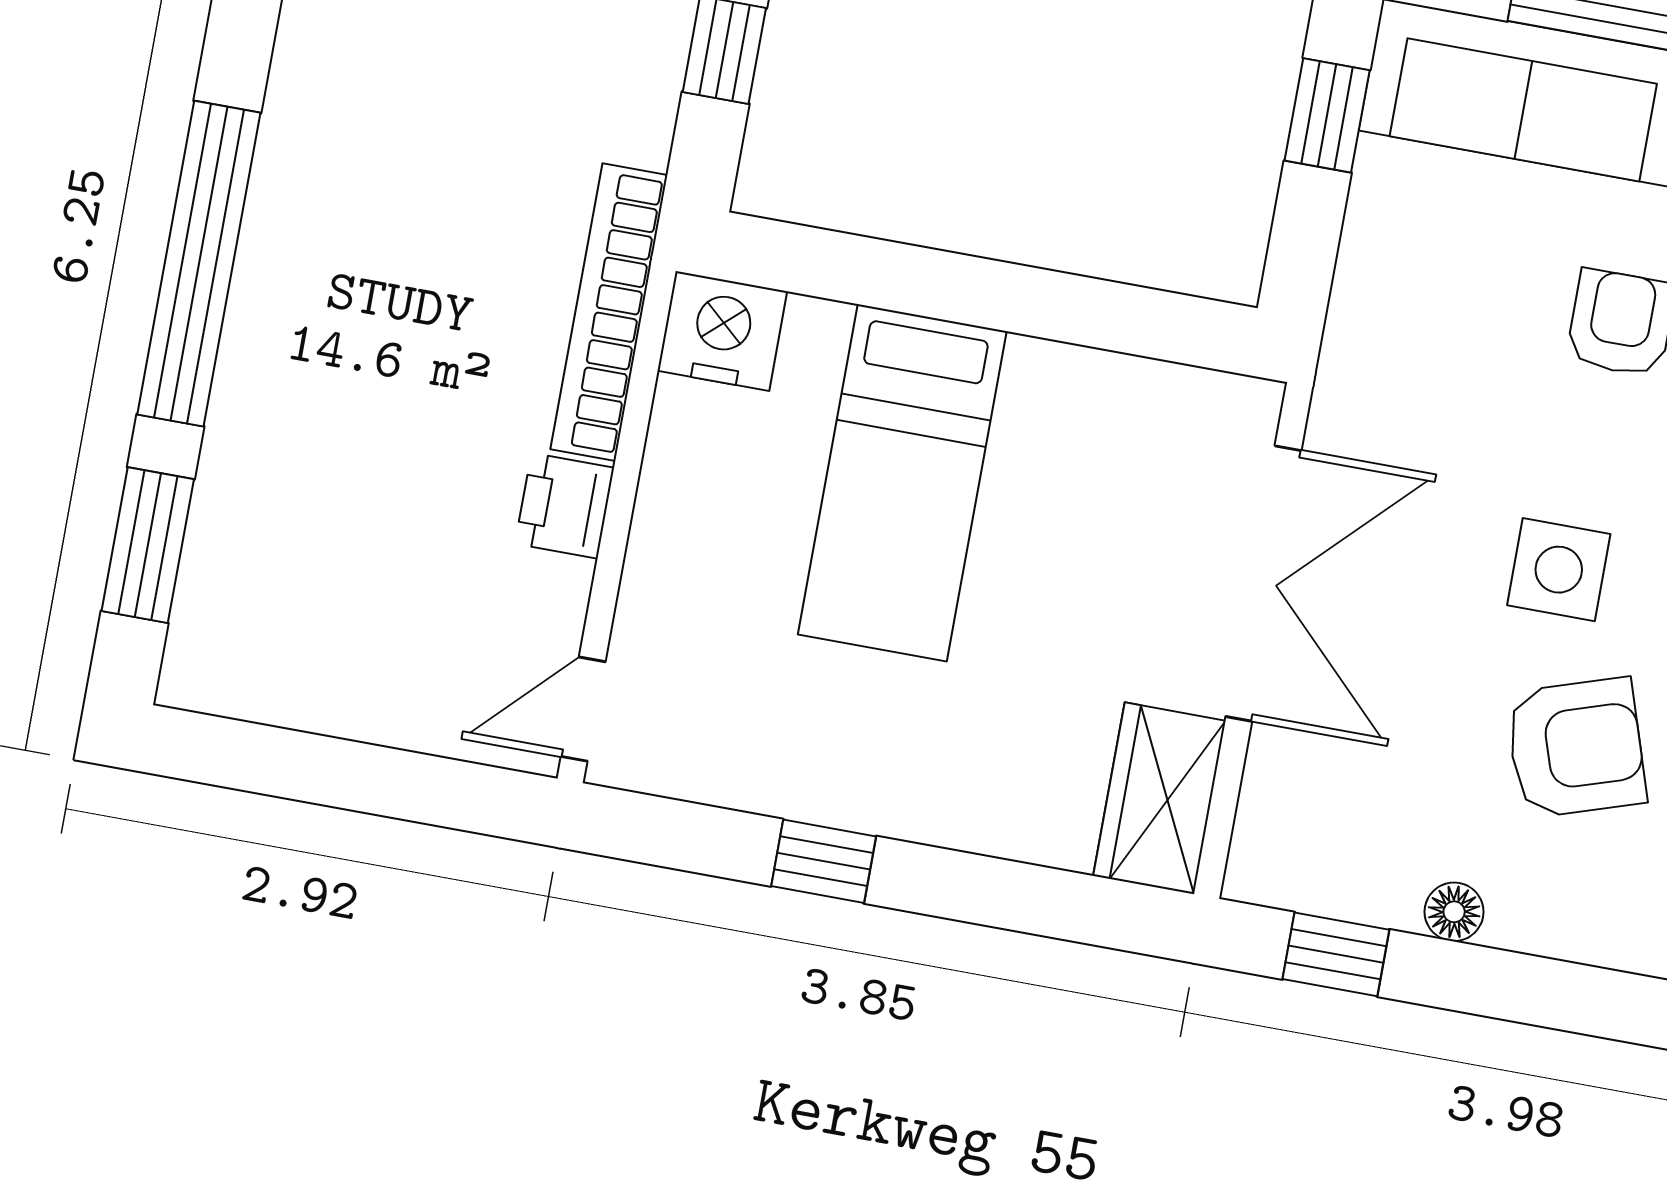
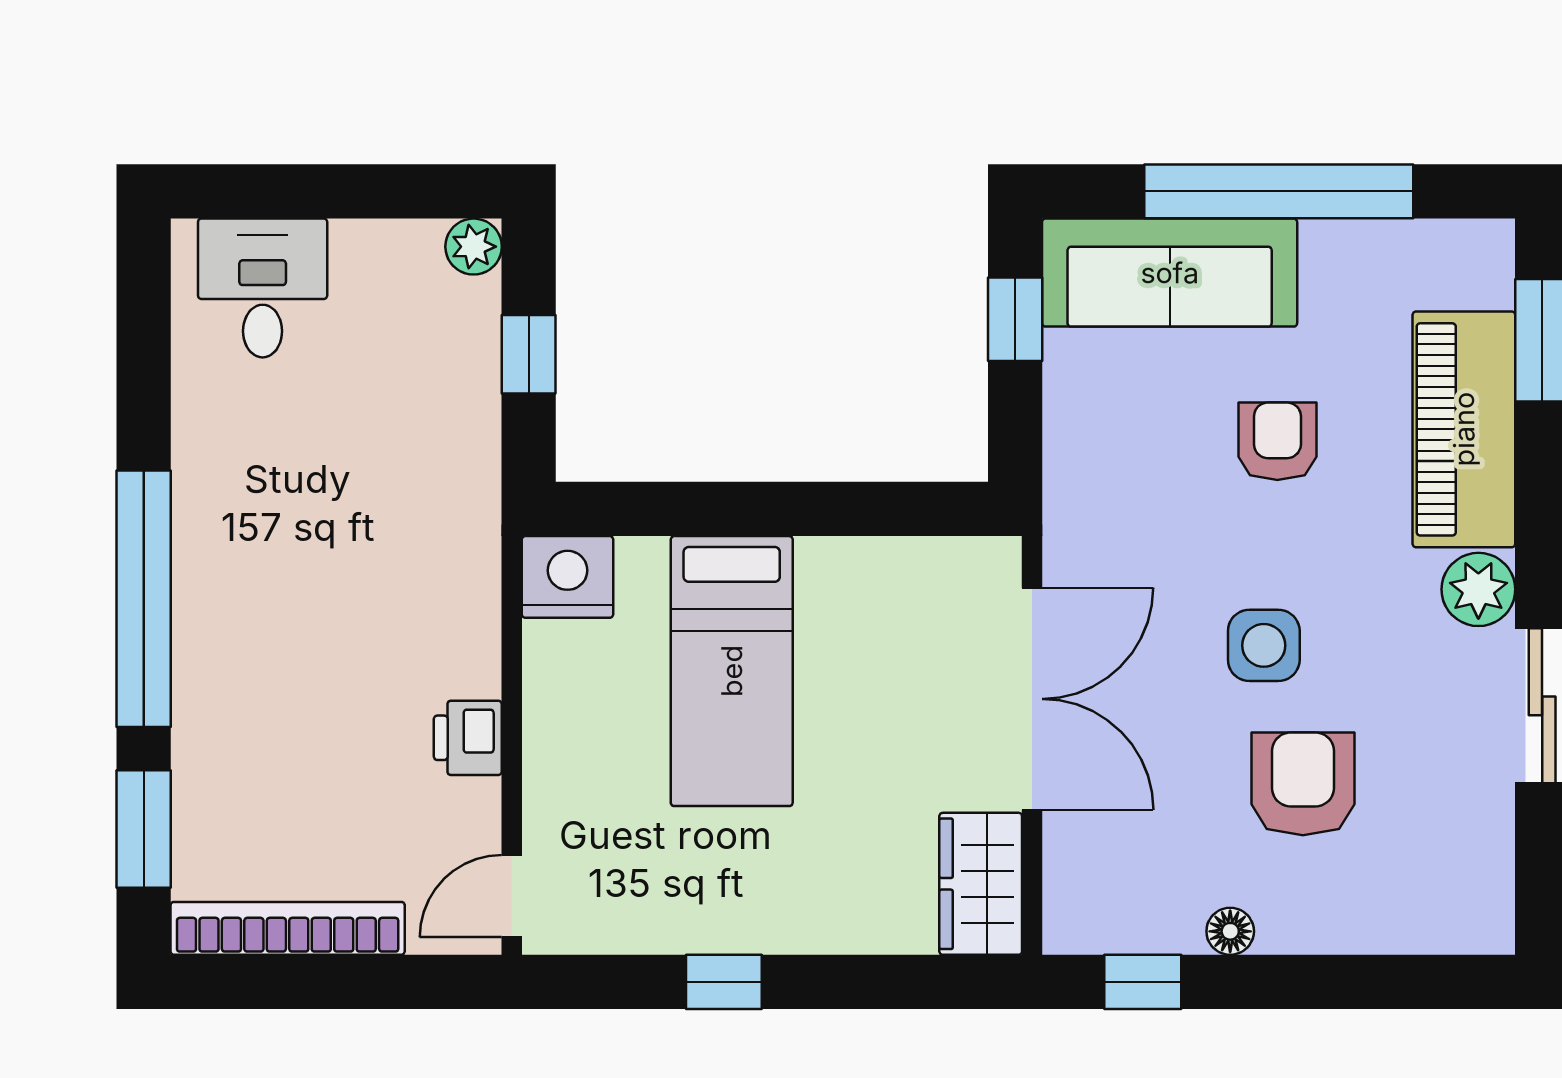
bookcase: (609, 312) -> (288, 928), moved, turned 90
armchair: (1576, 748) -> (1303, 784), turned -72

